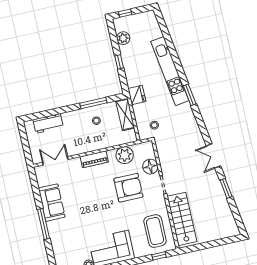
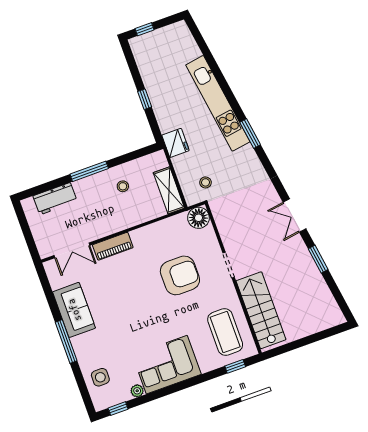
plant: (123, 38) -> (146, 65), removed
window: (93, 103) -> (89, 171), moved
shelving: (125, 115) -> (169, 190), moved
plant: (125, 155) -> (169, 230), removed
piano: (94, 159) -> (113, 246), moved
double door: (55, 161) -> (72, 250), swing flipped
floor lamp: (150, 167) -> (198, 218), moved
side table: (64, 252) -> (100, 377), added

